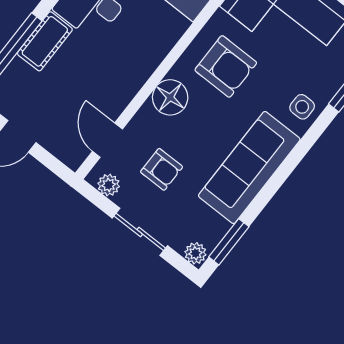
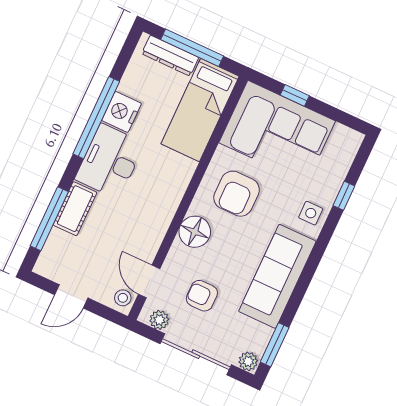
armchair: (226, 66) -> (237, 194), turned 90
stool: (74, 151) -> (123, 298), added
armchair: (162, 169) -> (202, 296), turned 180
sliding door: (140, 232) -> (196, 354), width x1.37

